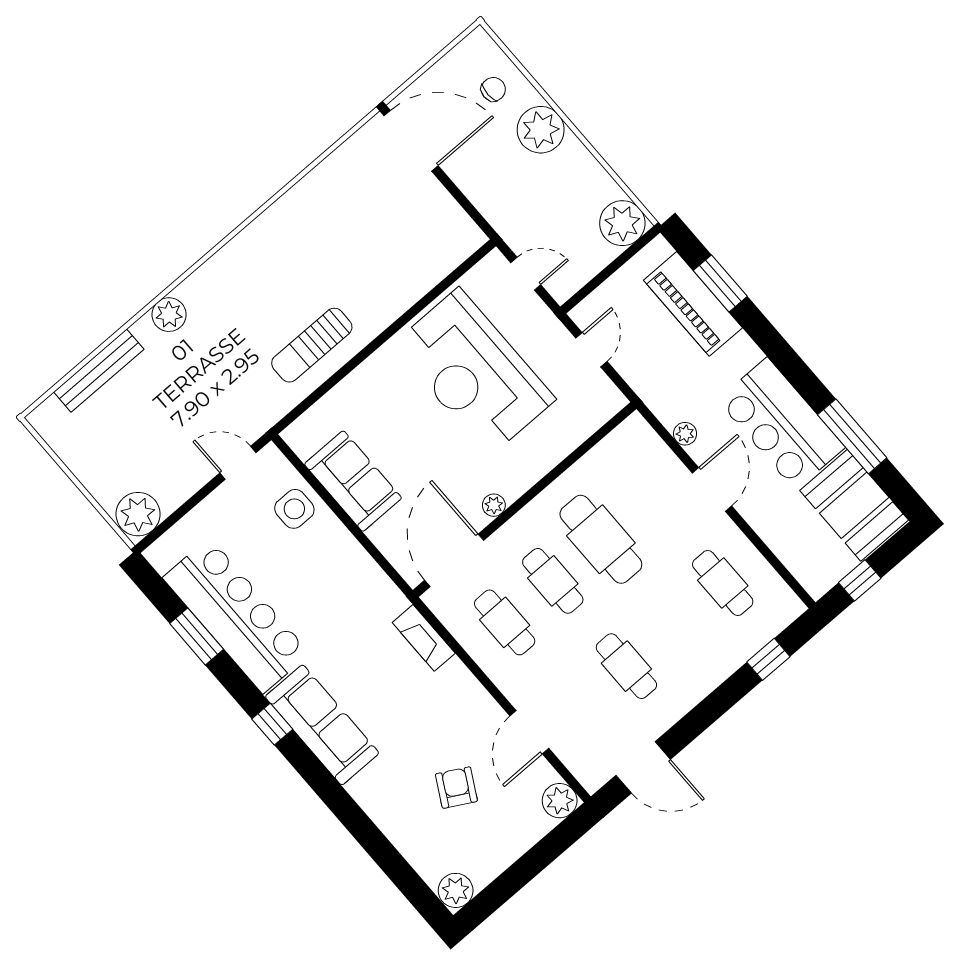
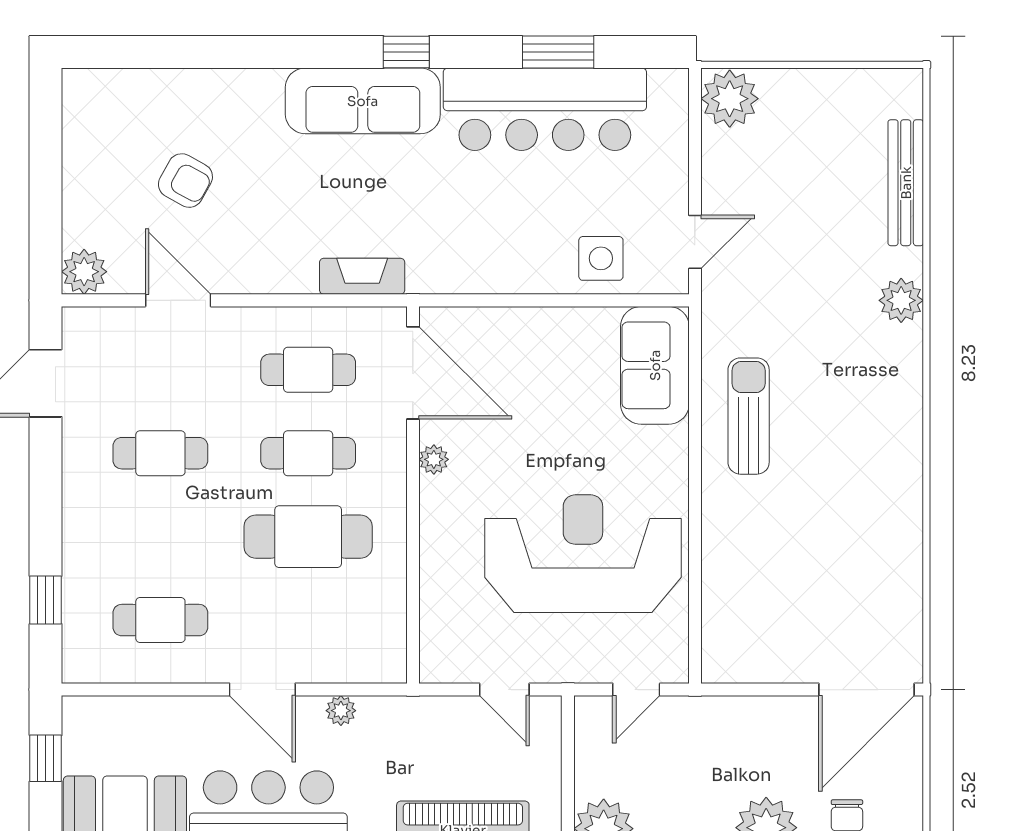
sofa: (353, 481) -> (655, 365), moved, turned 90
plant: (456, 890) -> (84, 92), removed

